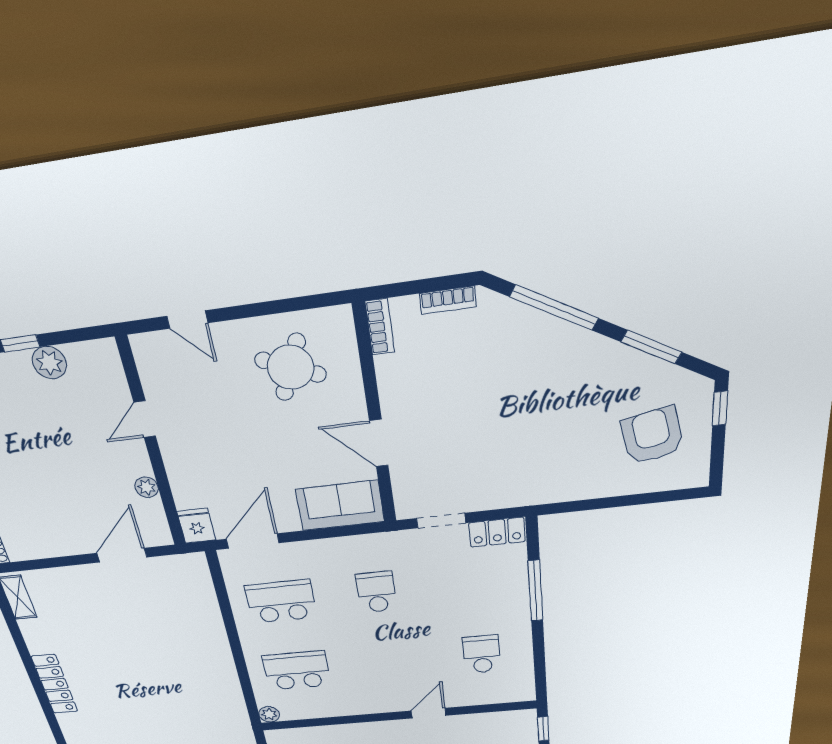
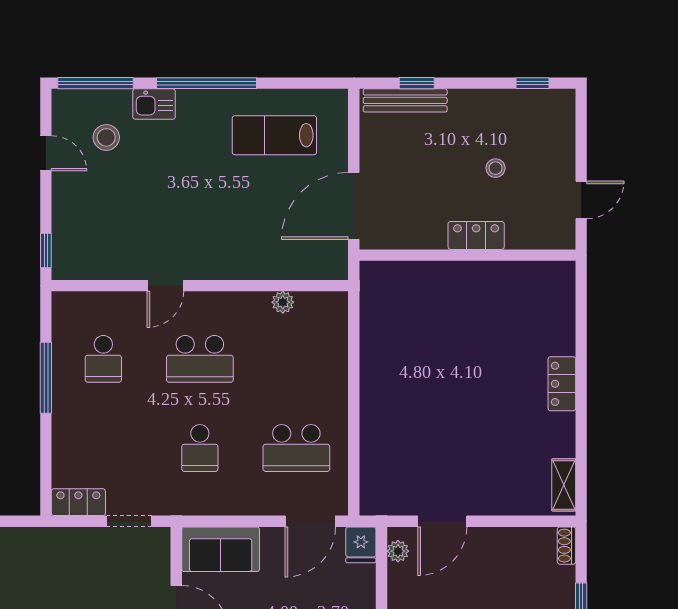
plant: (147, 487) -> (398, 551), moved
window: (535, 591) -> (46, 378), moved
school desk: (297, 671) -> (200, 359), moved
locker: (55, 684) -> (562, 384), width x0.66
plant: (269, 714) -> (283, 302), moved

